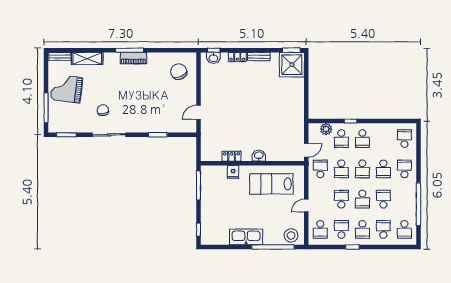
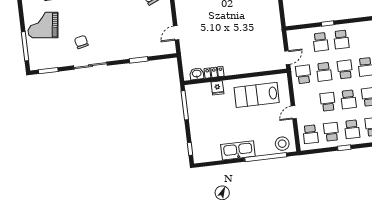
plant: (326, 129) -> (304, 34), removed
washbasin: (259, 156) -> (197, 74), moved
school desk: (362, 169) -> (345, 69), turned 180

